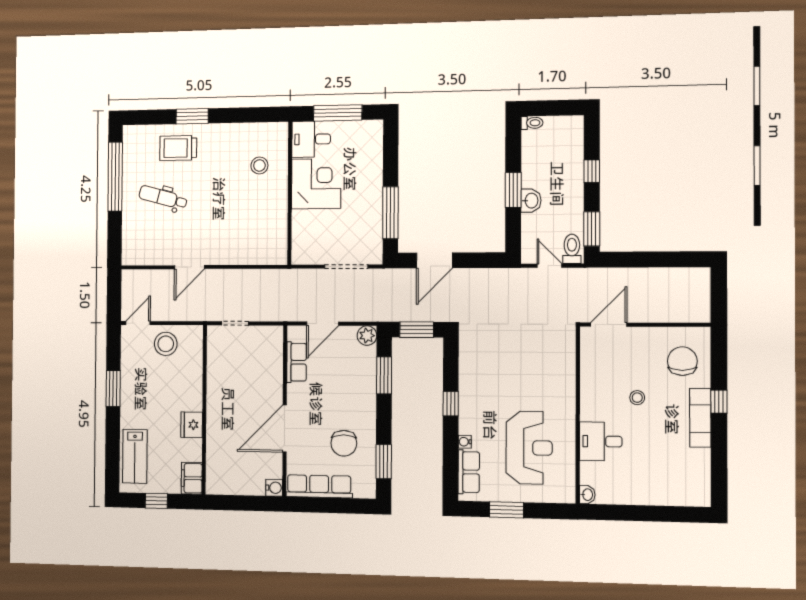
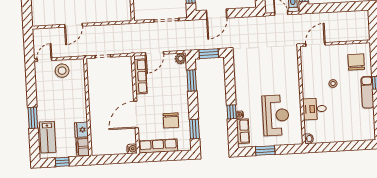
row of seats: (296, 362) -> (141, 76), width x1.48
window: (113, 388) -> (33, 118), moved
window: (451, 404) -> (232, 112), moved
fridge: (192, 425) -> (81, 130), moved

